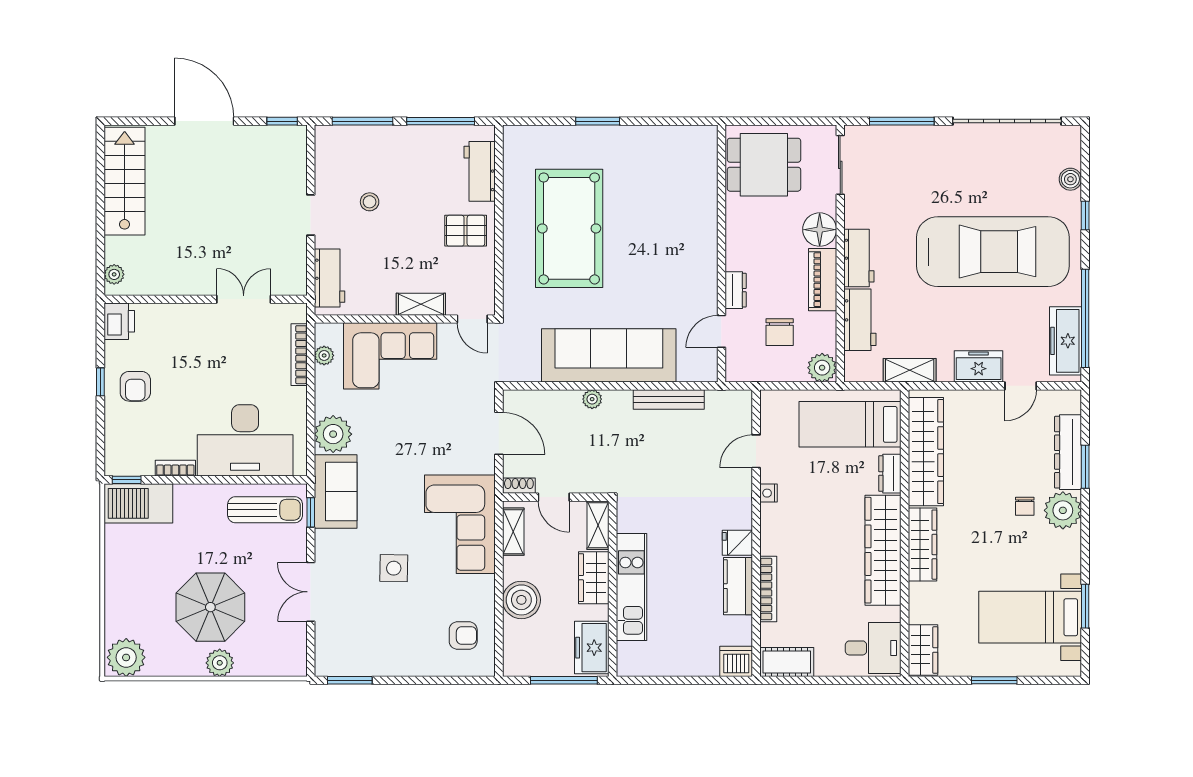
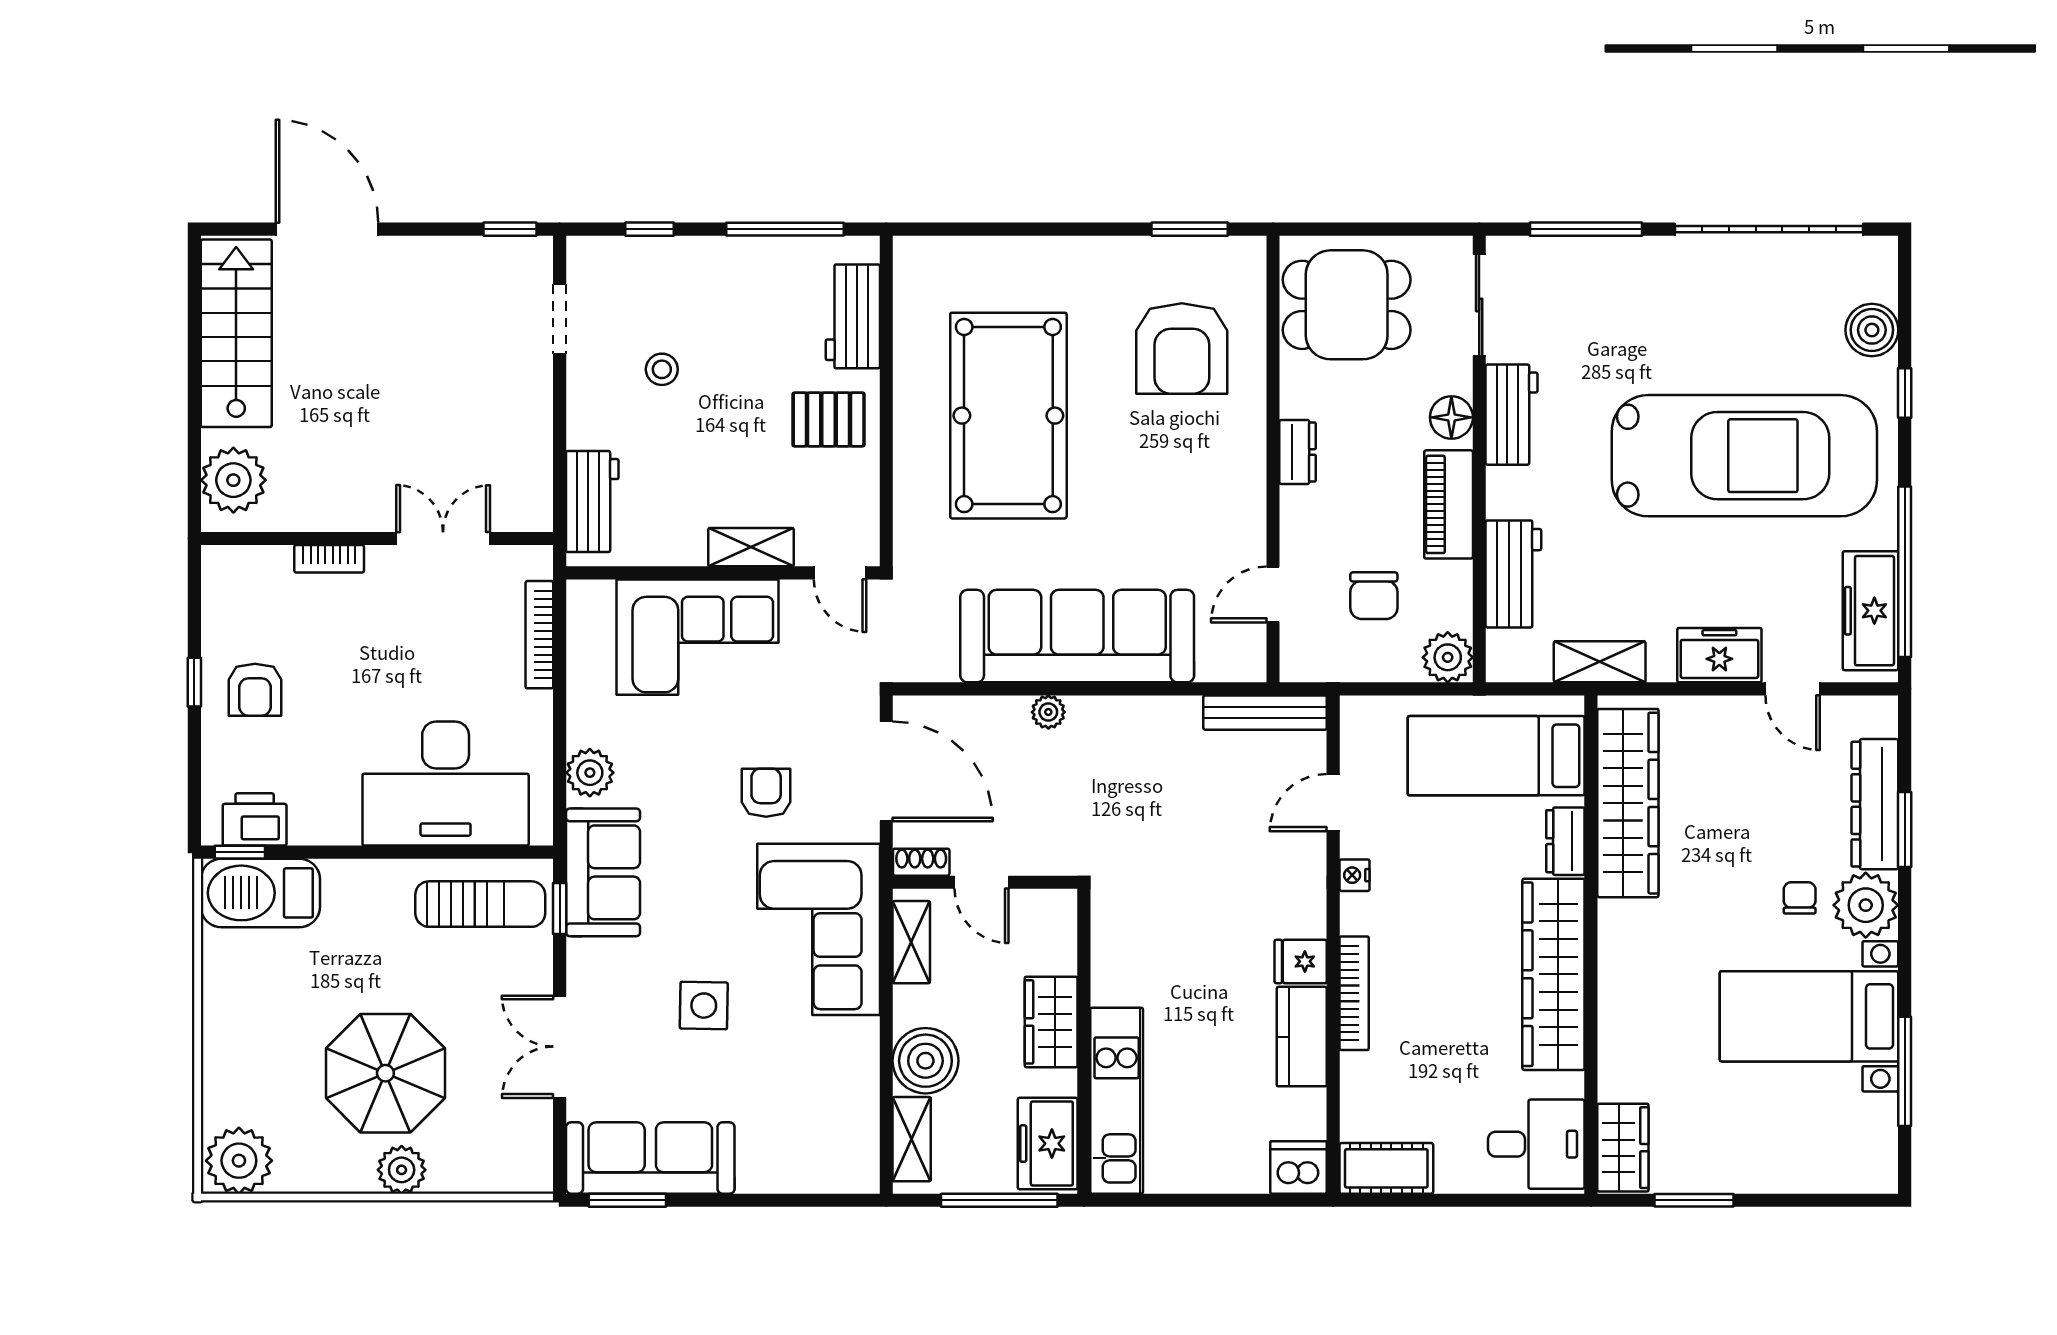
door: (204, 121) -> (327, 229), moved
window: (362, 121) -> (649, 229), width x0.46
window: (598, 121) -> (1190, 229), moved
boiler: (1070, 179) -> (1872, 330), width x1.36, depth x1.36
armchair: (669, 190) -> (1182, 349), added
doorway: (311, 215) -> (560, 319), moved
floor lamp: (820, 230) -> (1451, 417), width x0.73, depth x0.73
workbench: (859, 258) -> (1512, 415), moved
plant: (114, 274) -> (233, 480), width x1.88, depth x1.88
dresser: (736, 290) -> (1297, 452), moved
printer: (119, 321) -> (255, 819), moved, turned -90
plant: (324, 355) -> (583, 636), removed
door: (1021, 386) -> (1793, 689), hinge flipped
bench: (669, 399) -> (1265, 713), moved
door: (499, 433) -> (886, 771), width x1.36
plant: (333, 434) -> (590, 773), width x0.73, depth x0.73
bookcase: (175, 468) -> (329, 559), moved, turned 180
chair: (1025, 506) -> (1800, 898), turned 180
shelving: (598, 525) -> (912, 1139), moved
wardrobe: (922, 545) -> (1622, 964), removed
kitchen unit: (631, 587) -> (1117, 1101), moved
bookcase: (768, 589) -> (1354, 993), moved
window: (1085, 606) -> (1905, 1071), width x1.44
bed with nightstands: (1030, 617) -> (1809, 1016), moved
armchair: (463, 635) -> (766, 793), moved, turned -90
sofa: (363, 656) -> (650, 1158), added
window: (994, 680) -> (1694, 1200), moved

